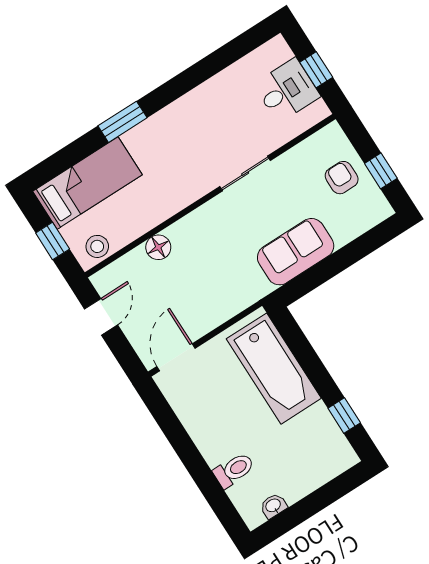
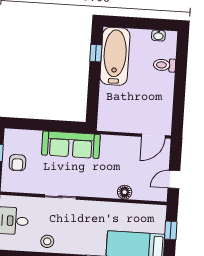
stool: (97, 246) -> (47, 241), moved
sofa: (296, 252) -> (71, 145), width x1.36
bathtub: (274, 369) -> (115, 56), moved

